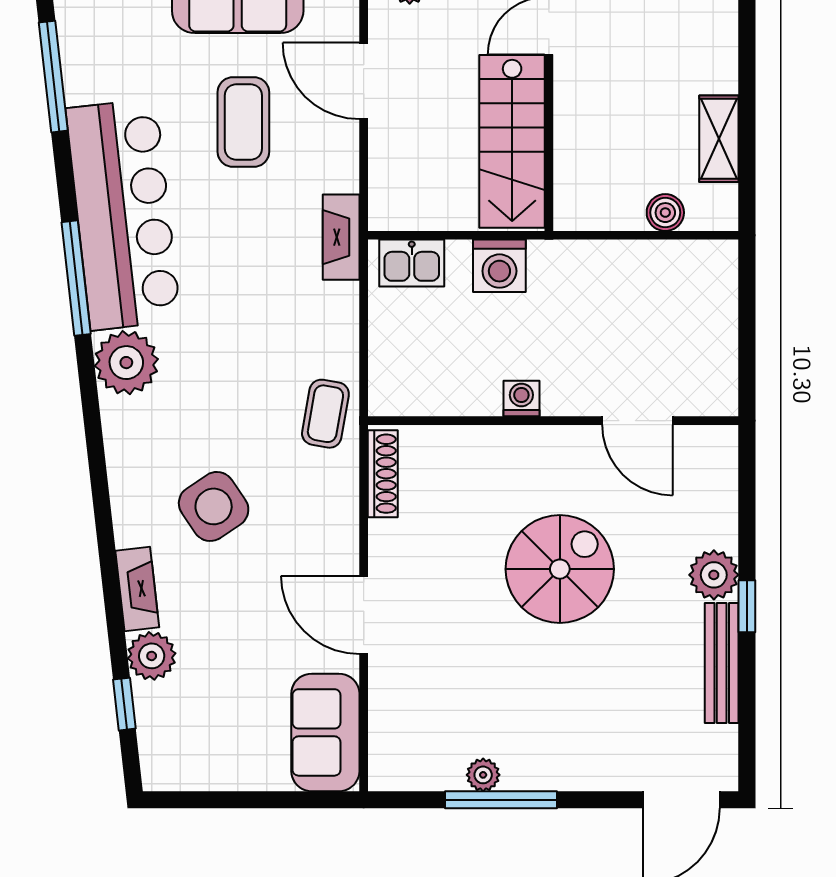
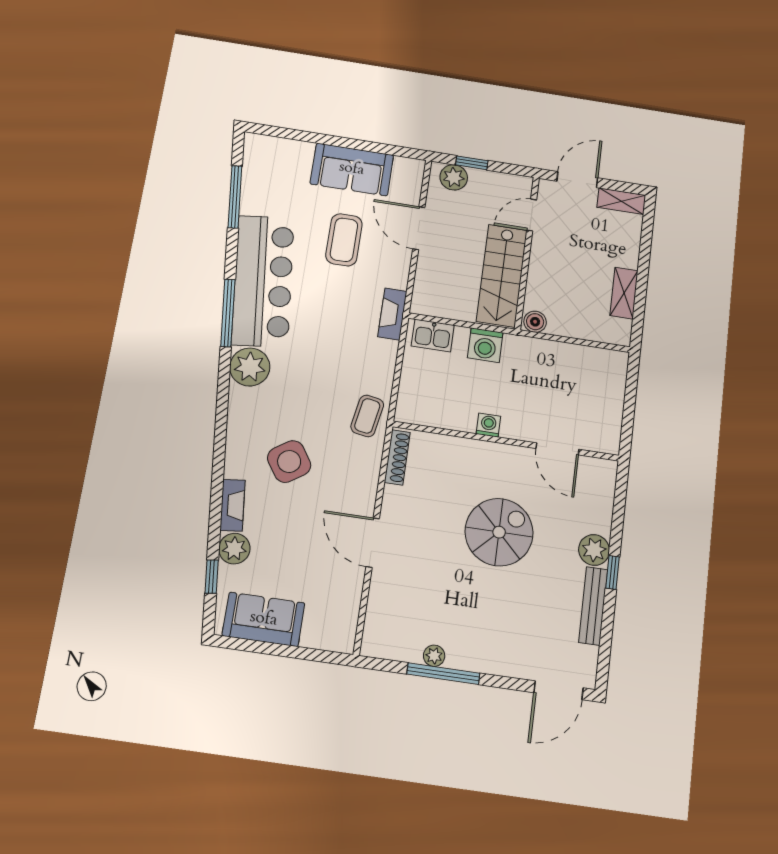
boiler: (665, 213) -> (535, 322), moved
sofa: (325, 732) -> (264, 619), moved, turned 90

